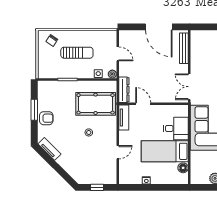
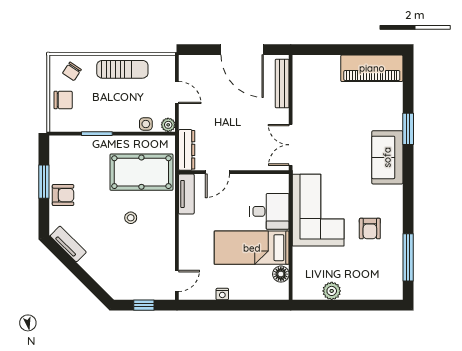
sun lounger: (77, 53) -> (122, 69), moved
chair: (46, 58) -> (63, 100), added
door: (143, 104) -> (217, 172), swing flipped
door: (118, 152) -> (177, 281), moved

